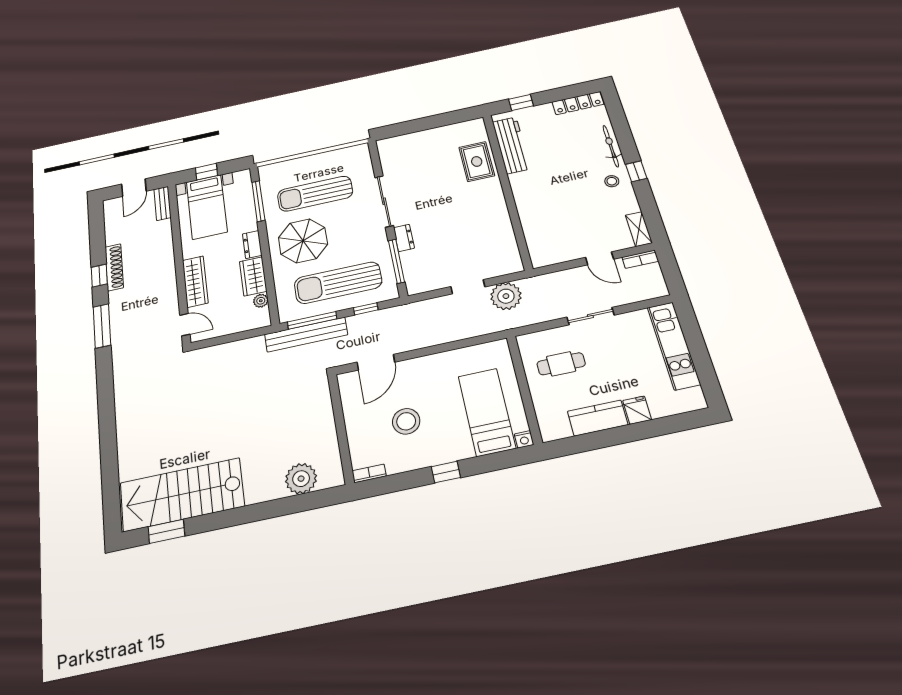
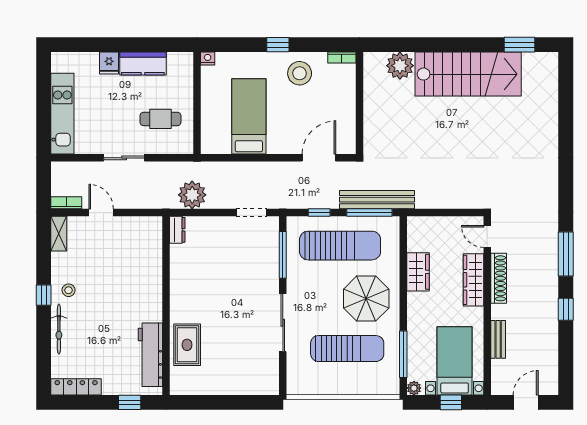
bench: (162, 203) -> (498, 339), moved
dresser: (404, 238) -> (177, 230), moved, turned 180
dresser: (252, 245) -> (415, 307), removed
shoe rack: (114, 267) -> (499, 278), moved, turned 180
doorway: (468, 287) -> (251, 213), moved
plant: (261, 301) -> (414, 388), moved
bed: (487, 412) -> (249, 116), moved, turned 180
stool: (406, 421) -> (300, 73), moved
stairs: (182, 494) -> (468, 74), moved

